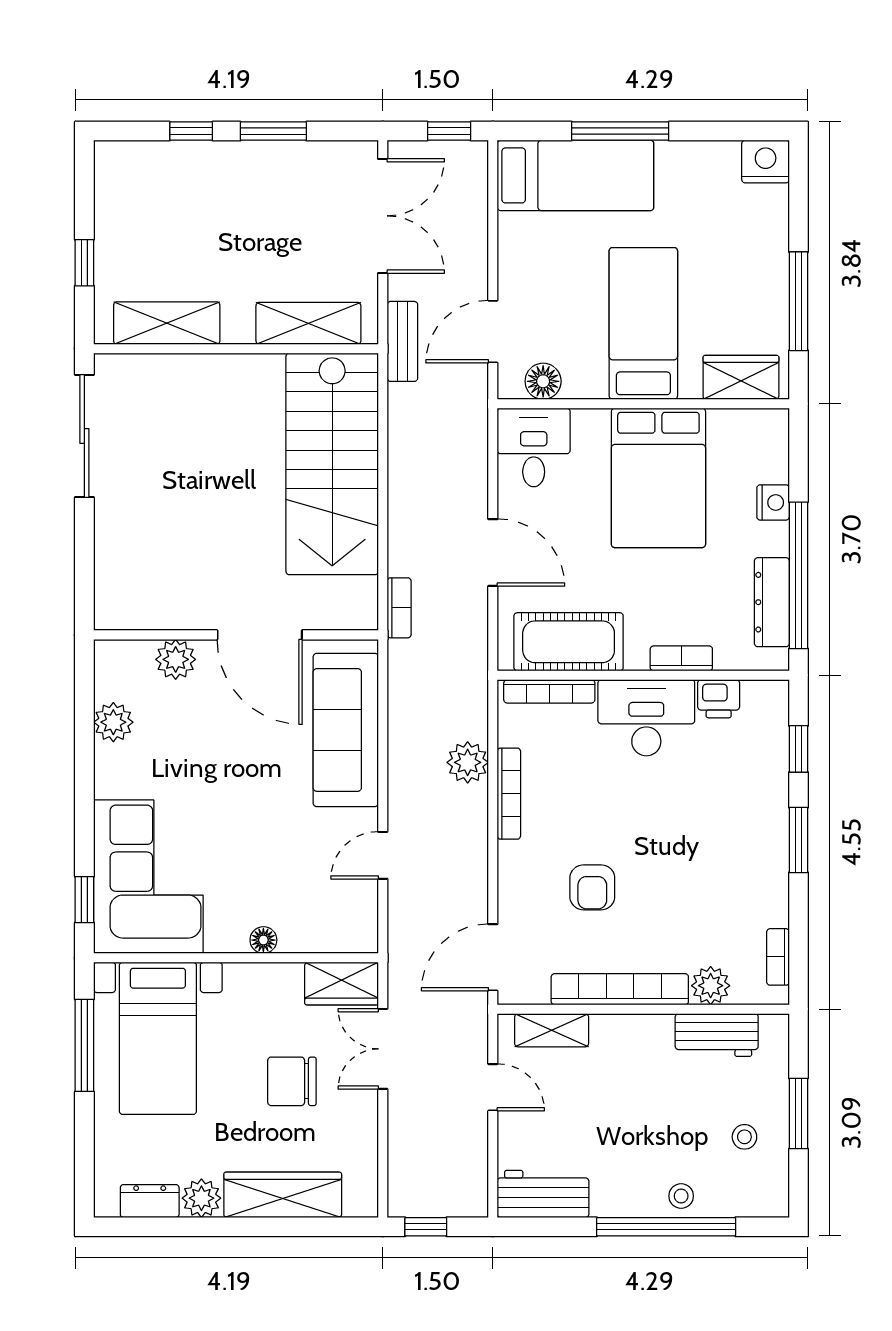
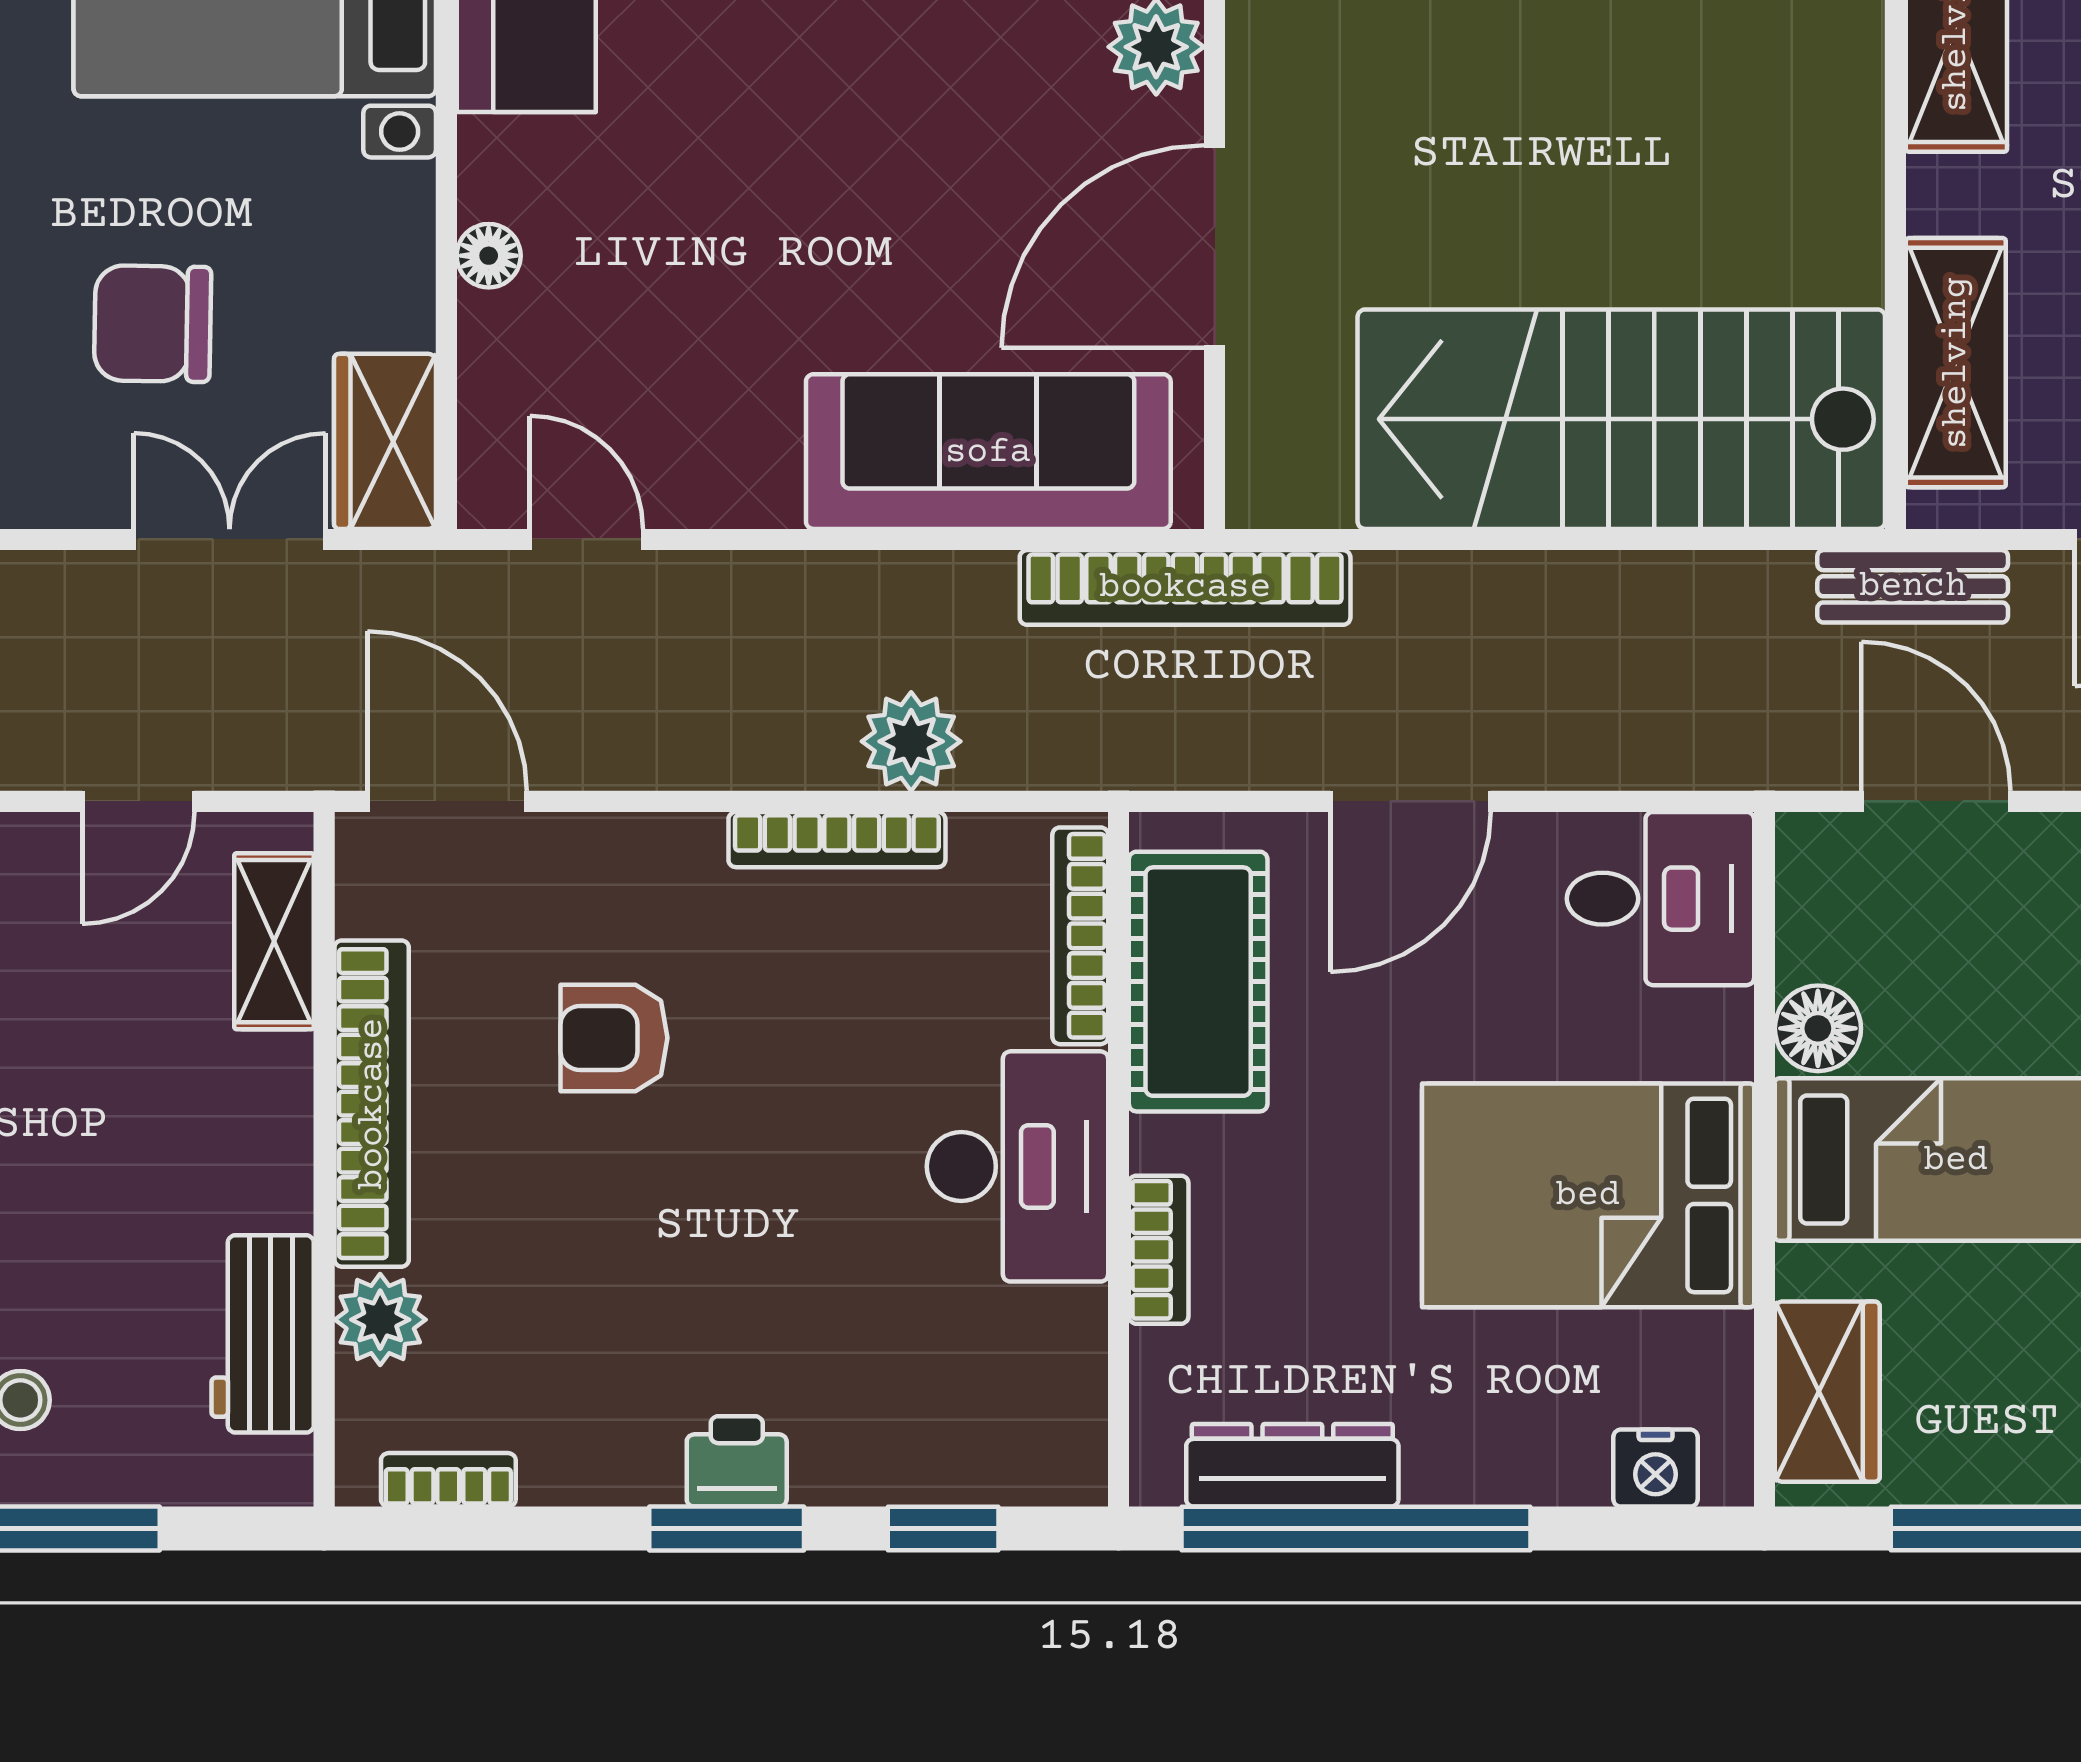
floor lamp: (543, 381) -> (1818, 1028), moved
nightstand: (773, 502) -> (1656, 1468), moved
bookcase: (399, 608) -> (1185, 587), width x2.31, depth x1.31
printer: (719, 699) -> (737, 1461), moved, turned 90
door: (383, 855) -> (587, 539), moved
chair: (292, 1081) -> (153, 324), turned -89

